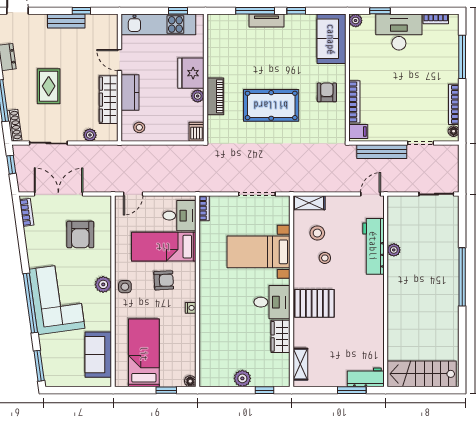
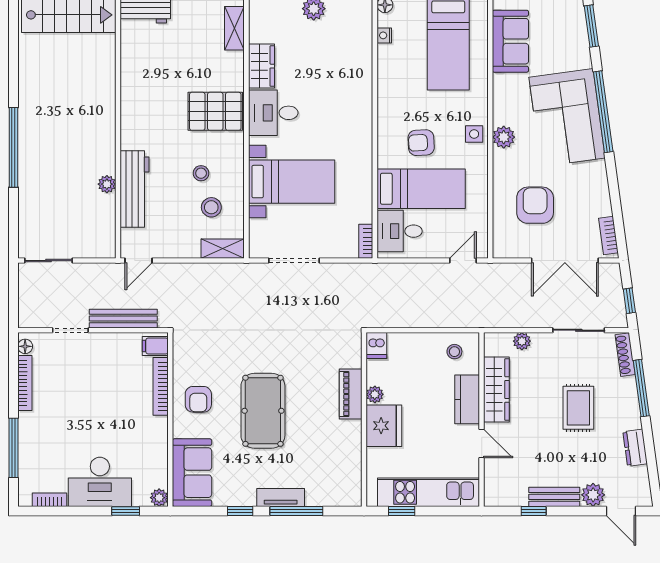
plant: (38, 23) -> (593, 495), added
pool table: (271, 105) -> (263, 411), moved, turned 90
nightstand: (191, 308) -> (384, 35), moved

